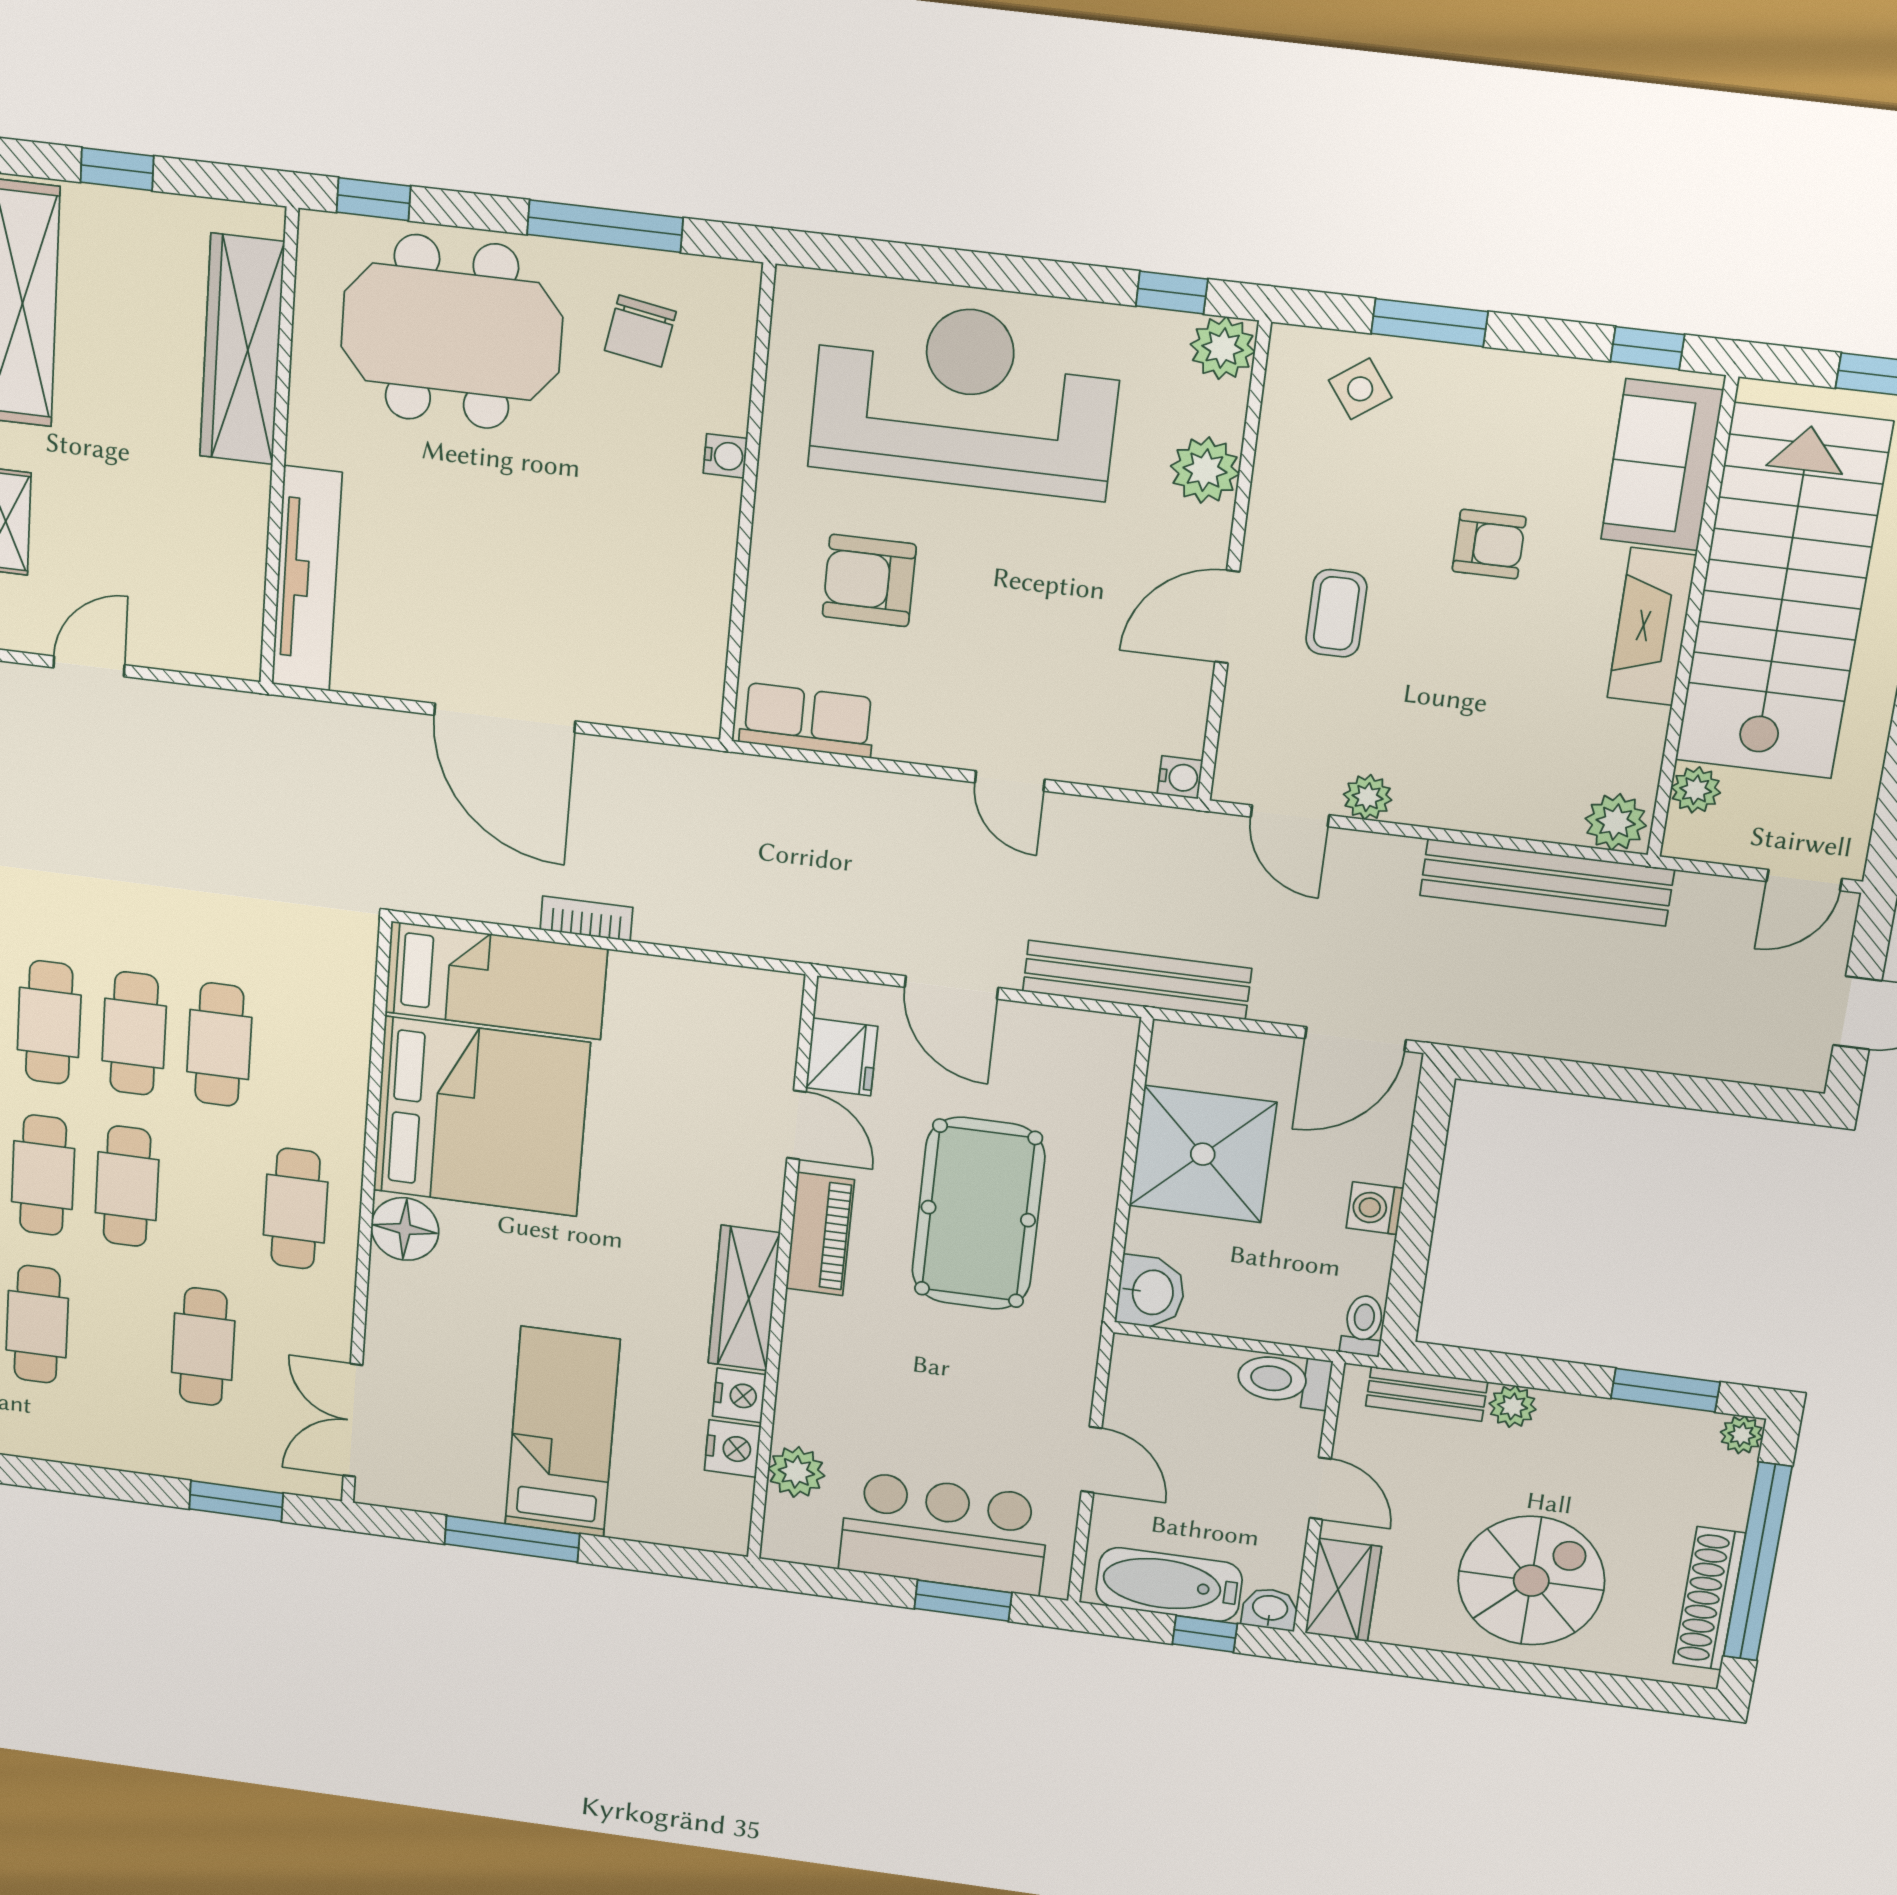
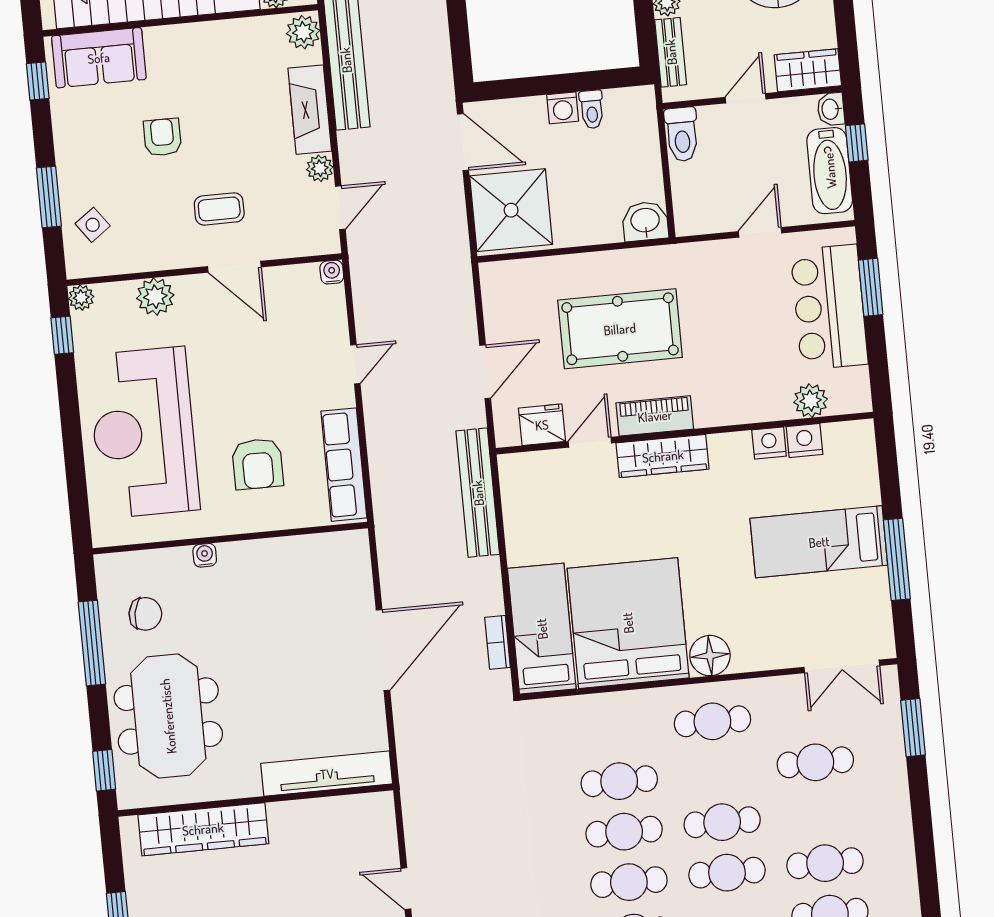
plant: (1223, 348) -> (81, 298), width x0.73, depth x0.73
fireplace: (1652, 627) -> (310, 110), moved, turned 90
row of seats: (807, 720) -> (344, 465), width x1.48
bookcase: (586, 919) -> (498, 642), moved
bench: (1137, 980) -> (478, 493), moved
shower: (1203, 1154) -> (511, 210), moved
wardrobe: (744, 1298) -> (663, 456), moved
toilet: (1363, 1325) -> (592, 109), moved, turned -90

